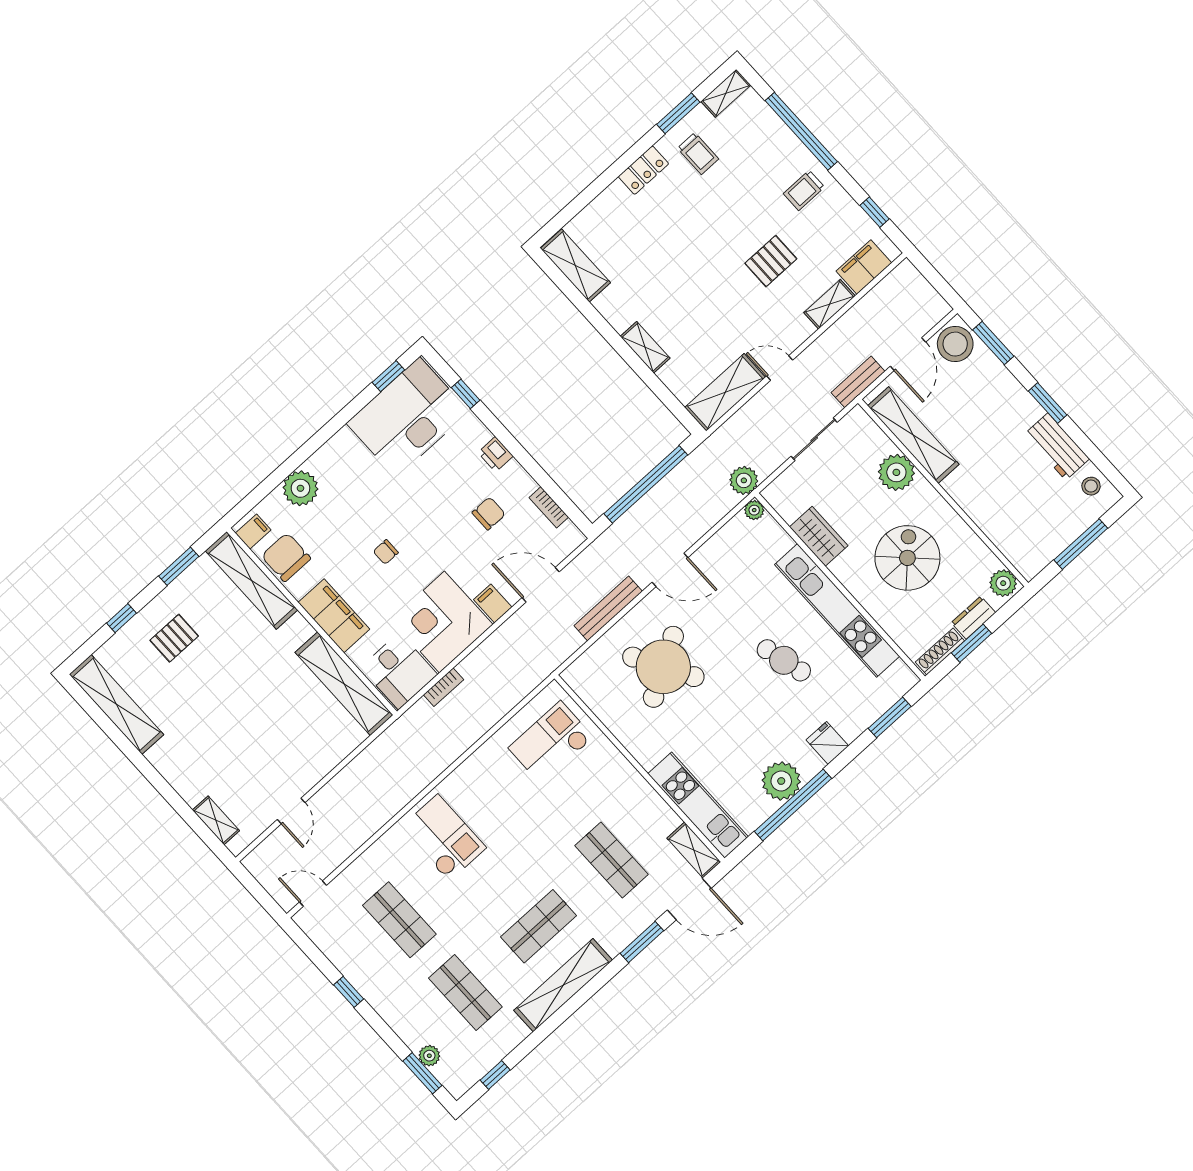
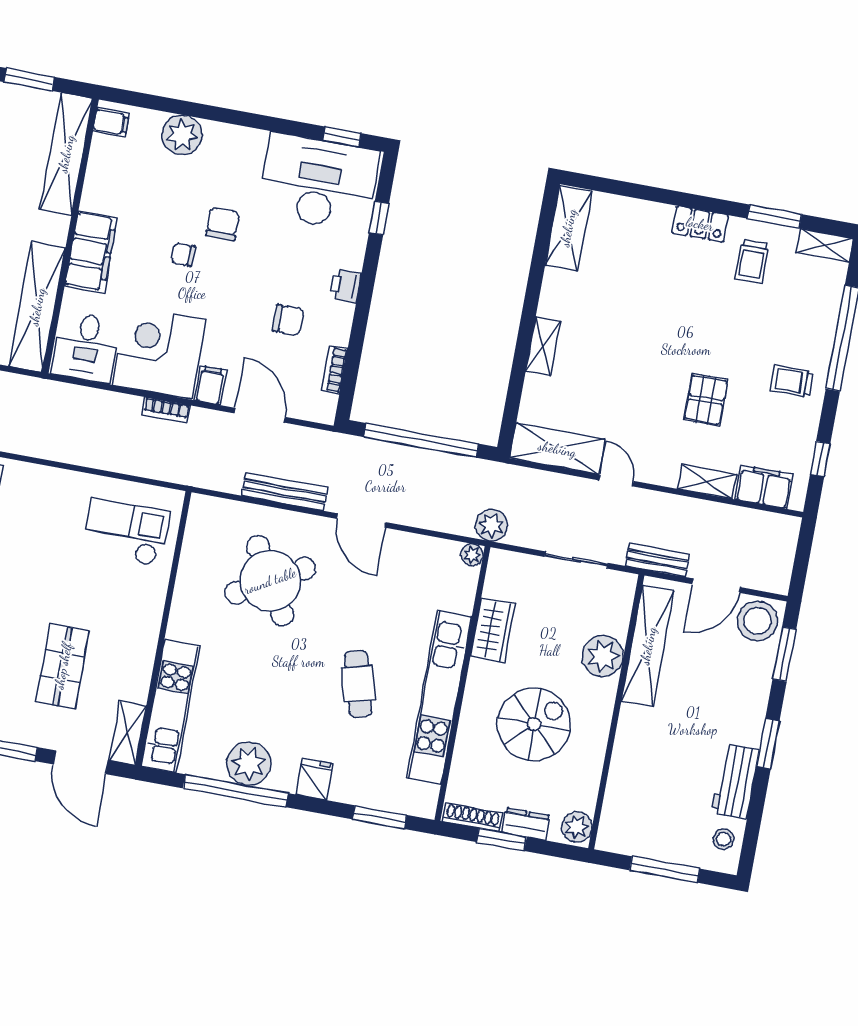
pallet: (771, 261) -> (706, 400), turned 90
chair: (286, 557) -> (223, 224), moved, width x0.73, depth x0.73
bookcase: (443, 687) -> (166, 410), moved

